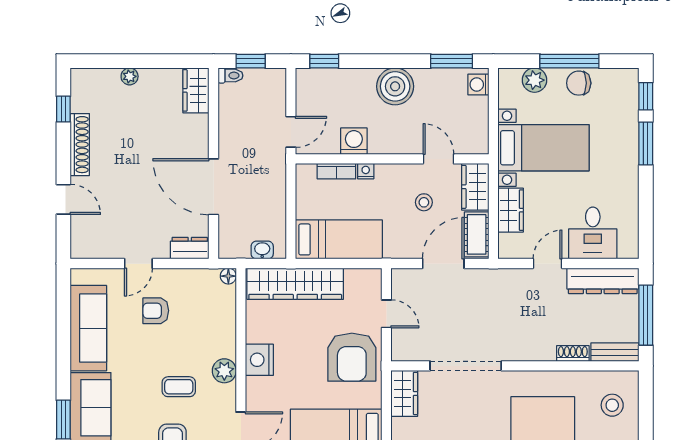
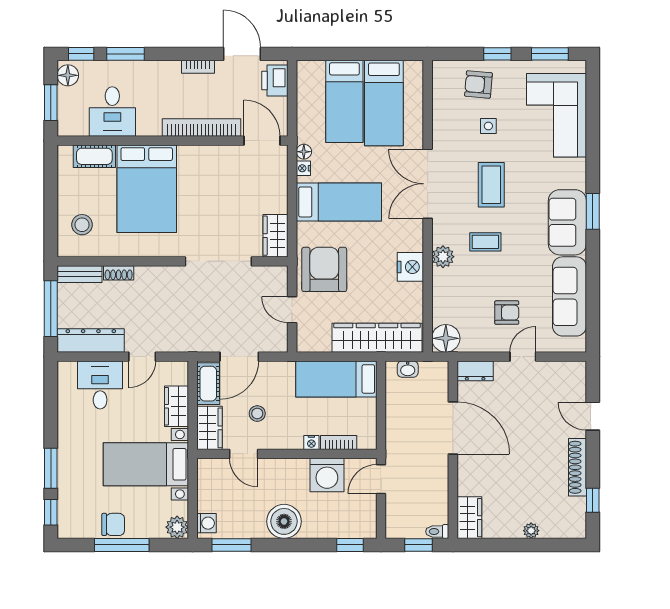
plant: (535, 80) -> (177, 527), moved
washing machine: (354, 141) -> (327, 475), width x1.37, depth x1.37
floor lamp: (228, 276) -> (446, 338), width x1.89, depth x1.89

